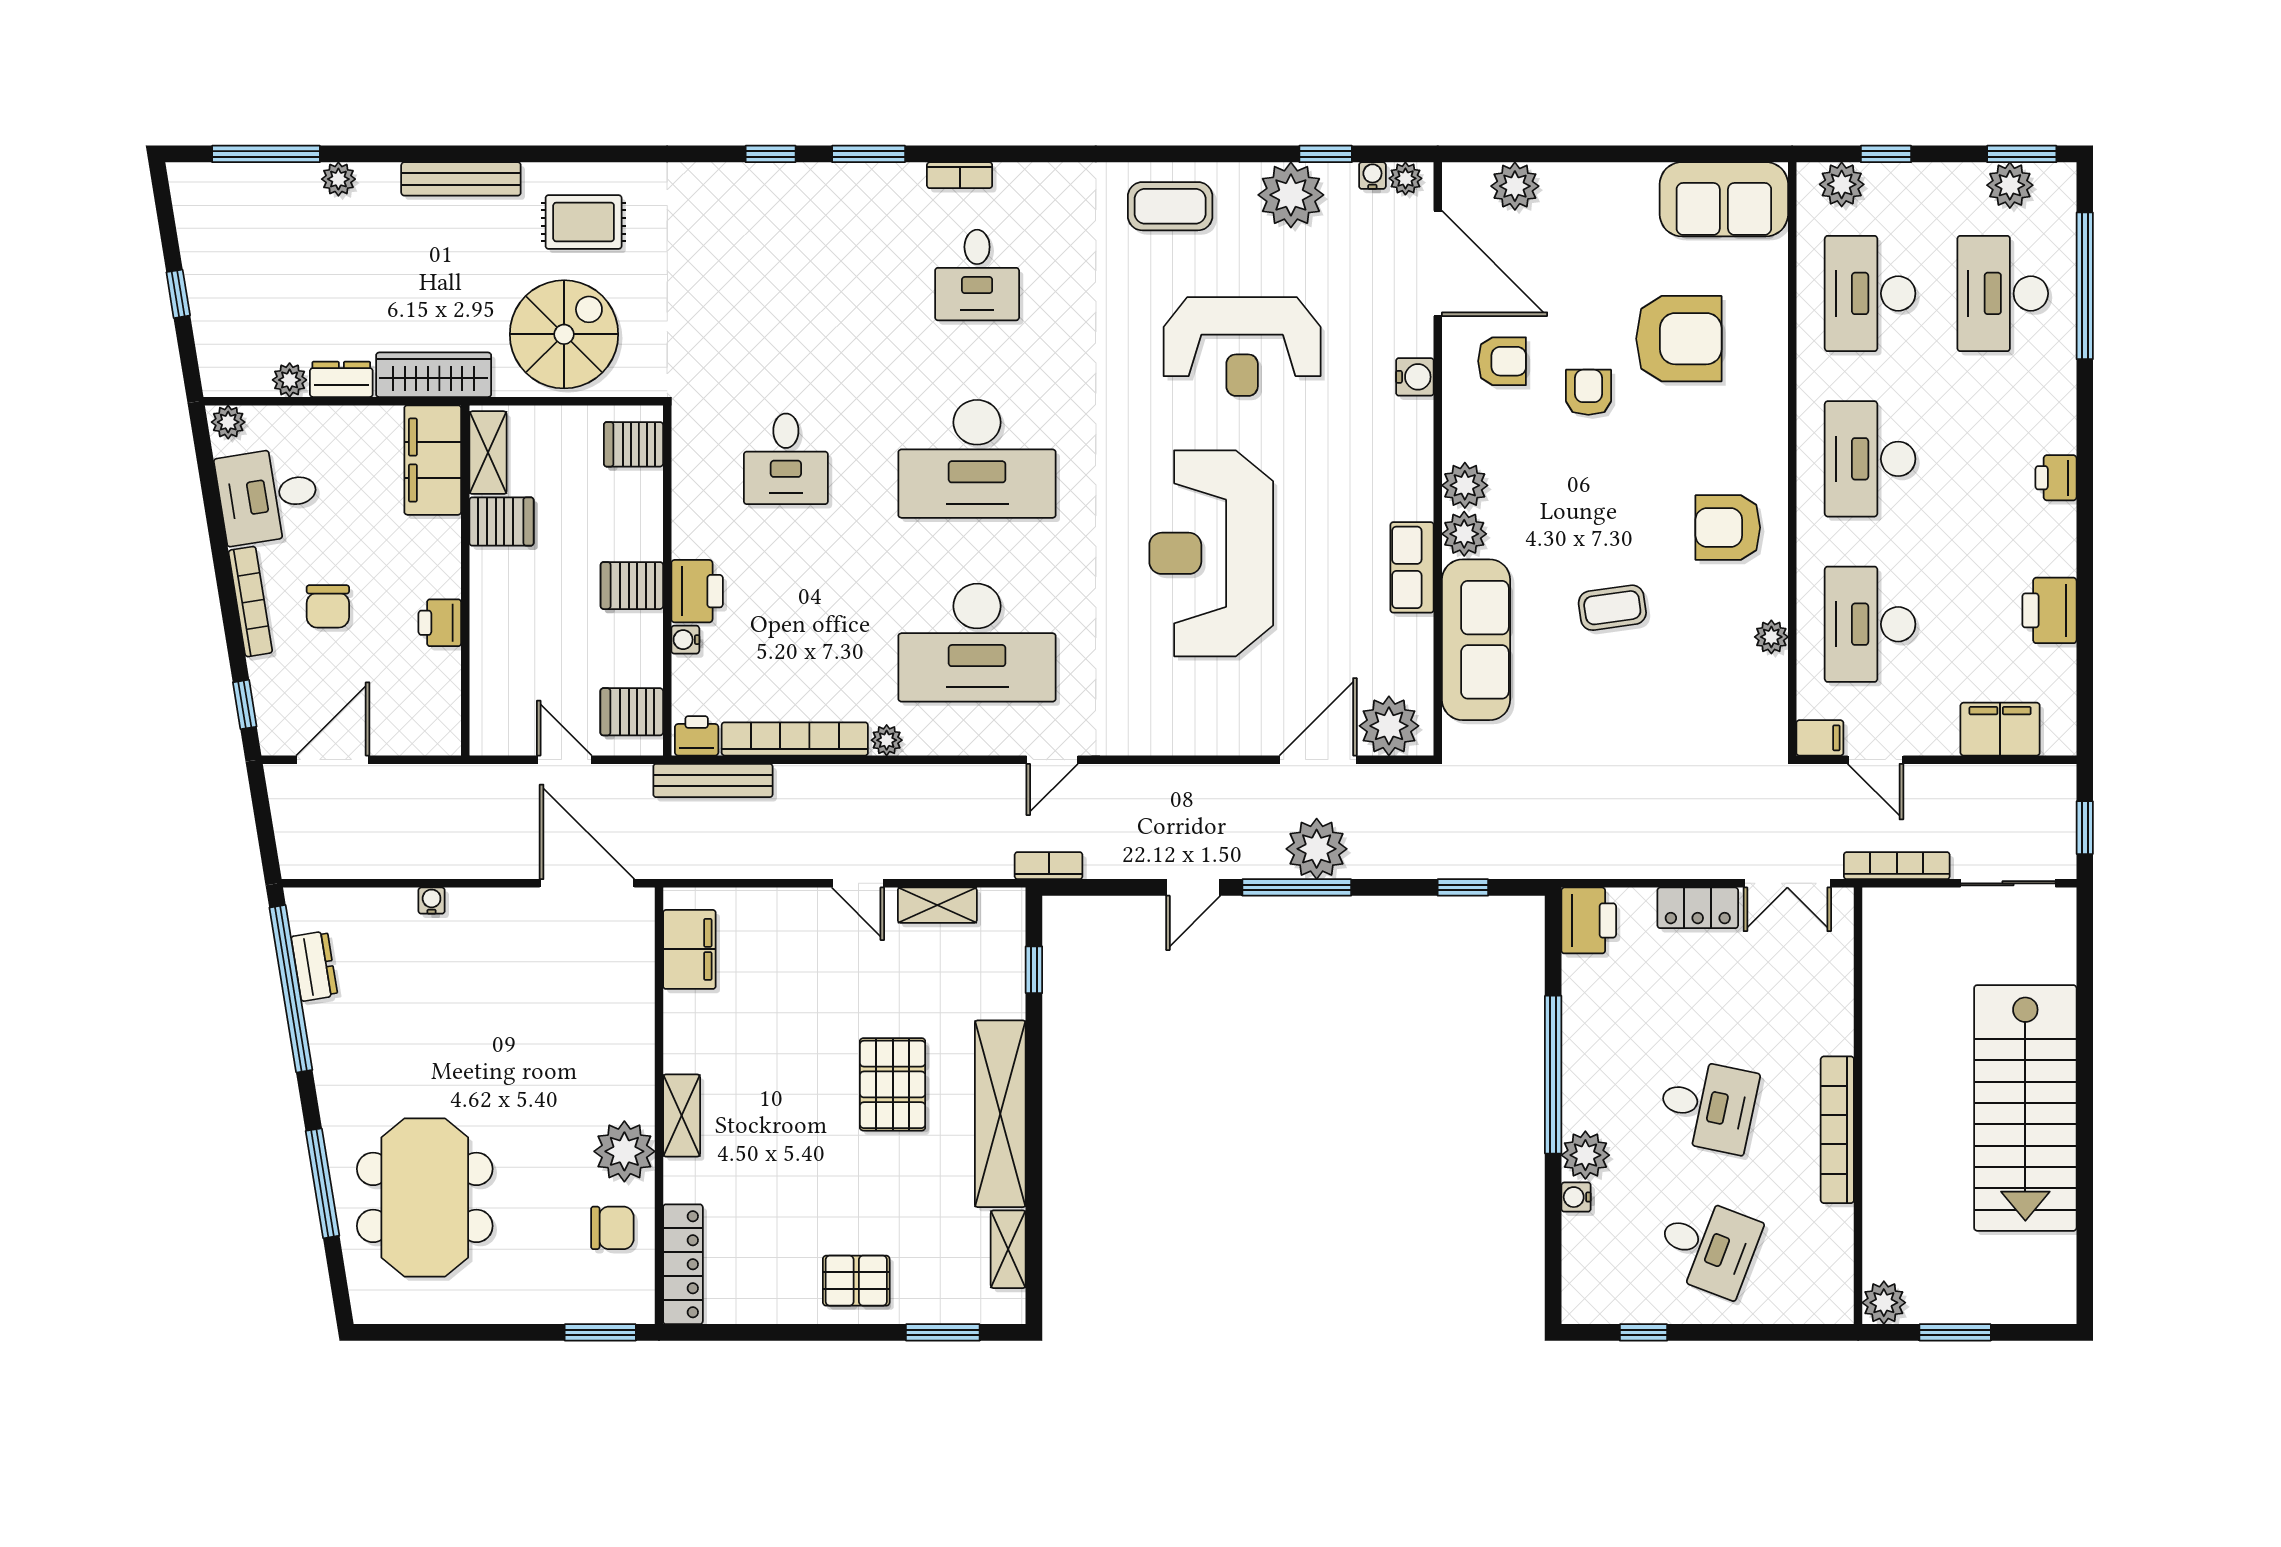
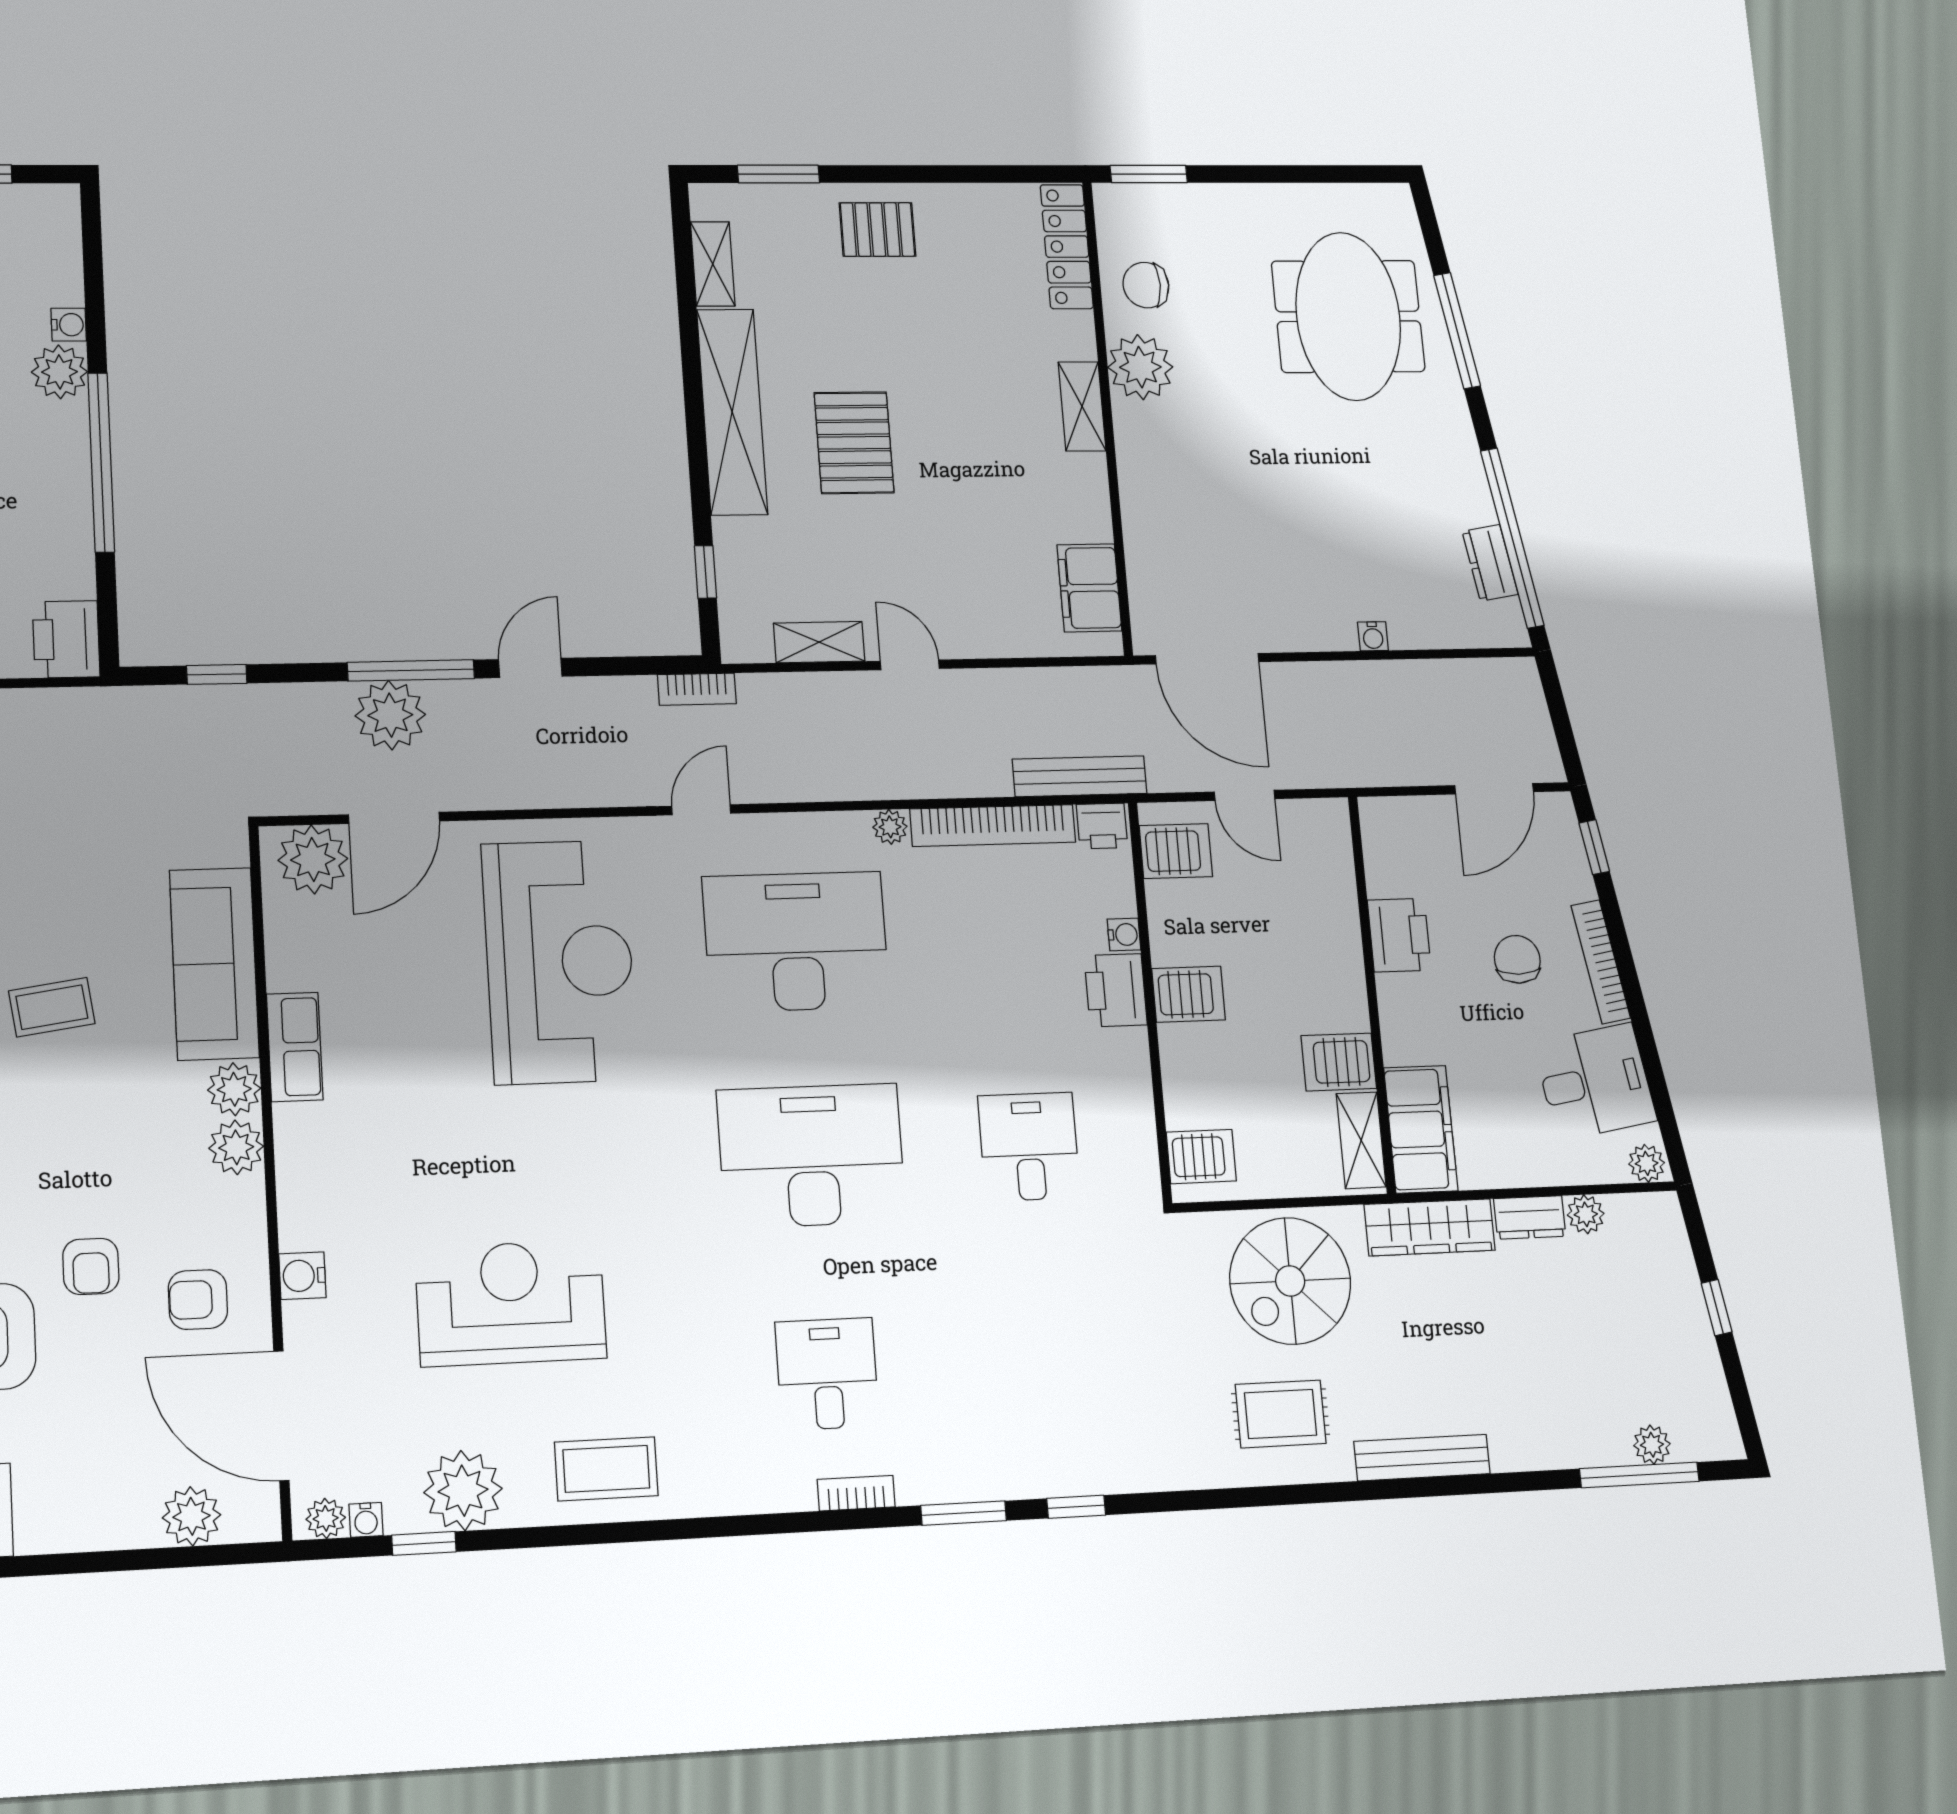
plant: (338, 179) -> (1652, 1445), moved
reception desk: (1211, 553) -> (560, 962), moved
printer: (440, 623) -> (1399, 935), width x1.36, depth x1.24

